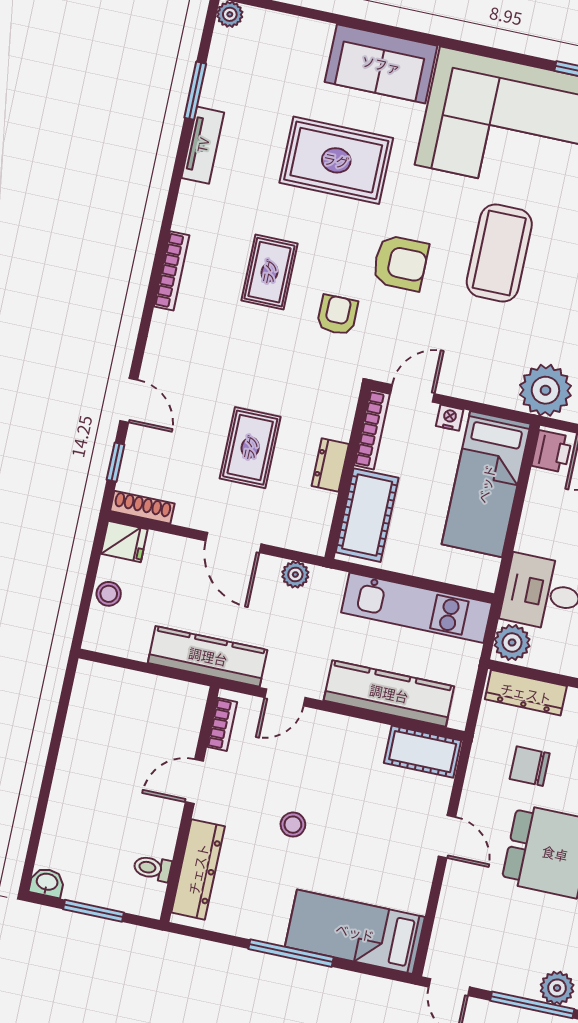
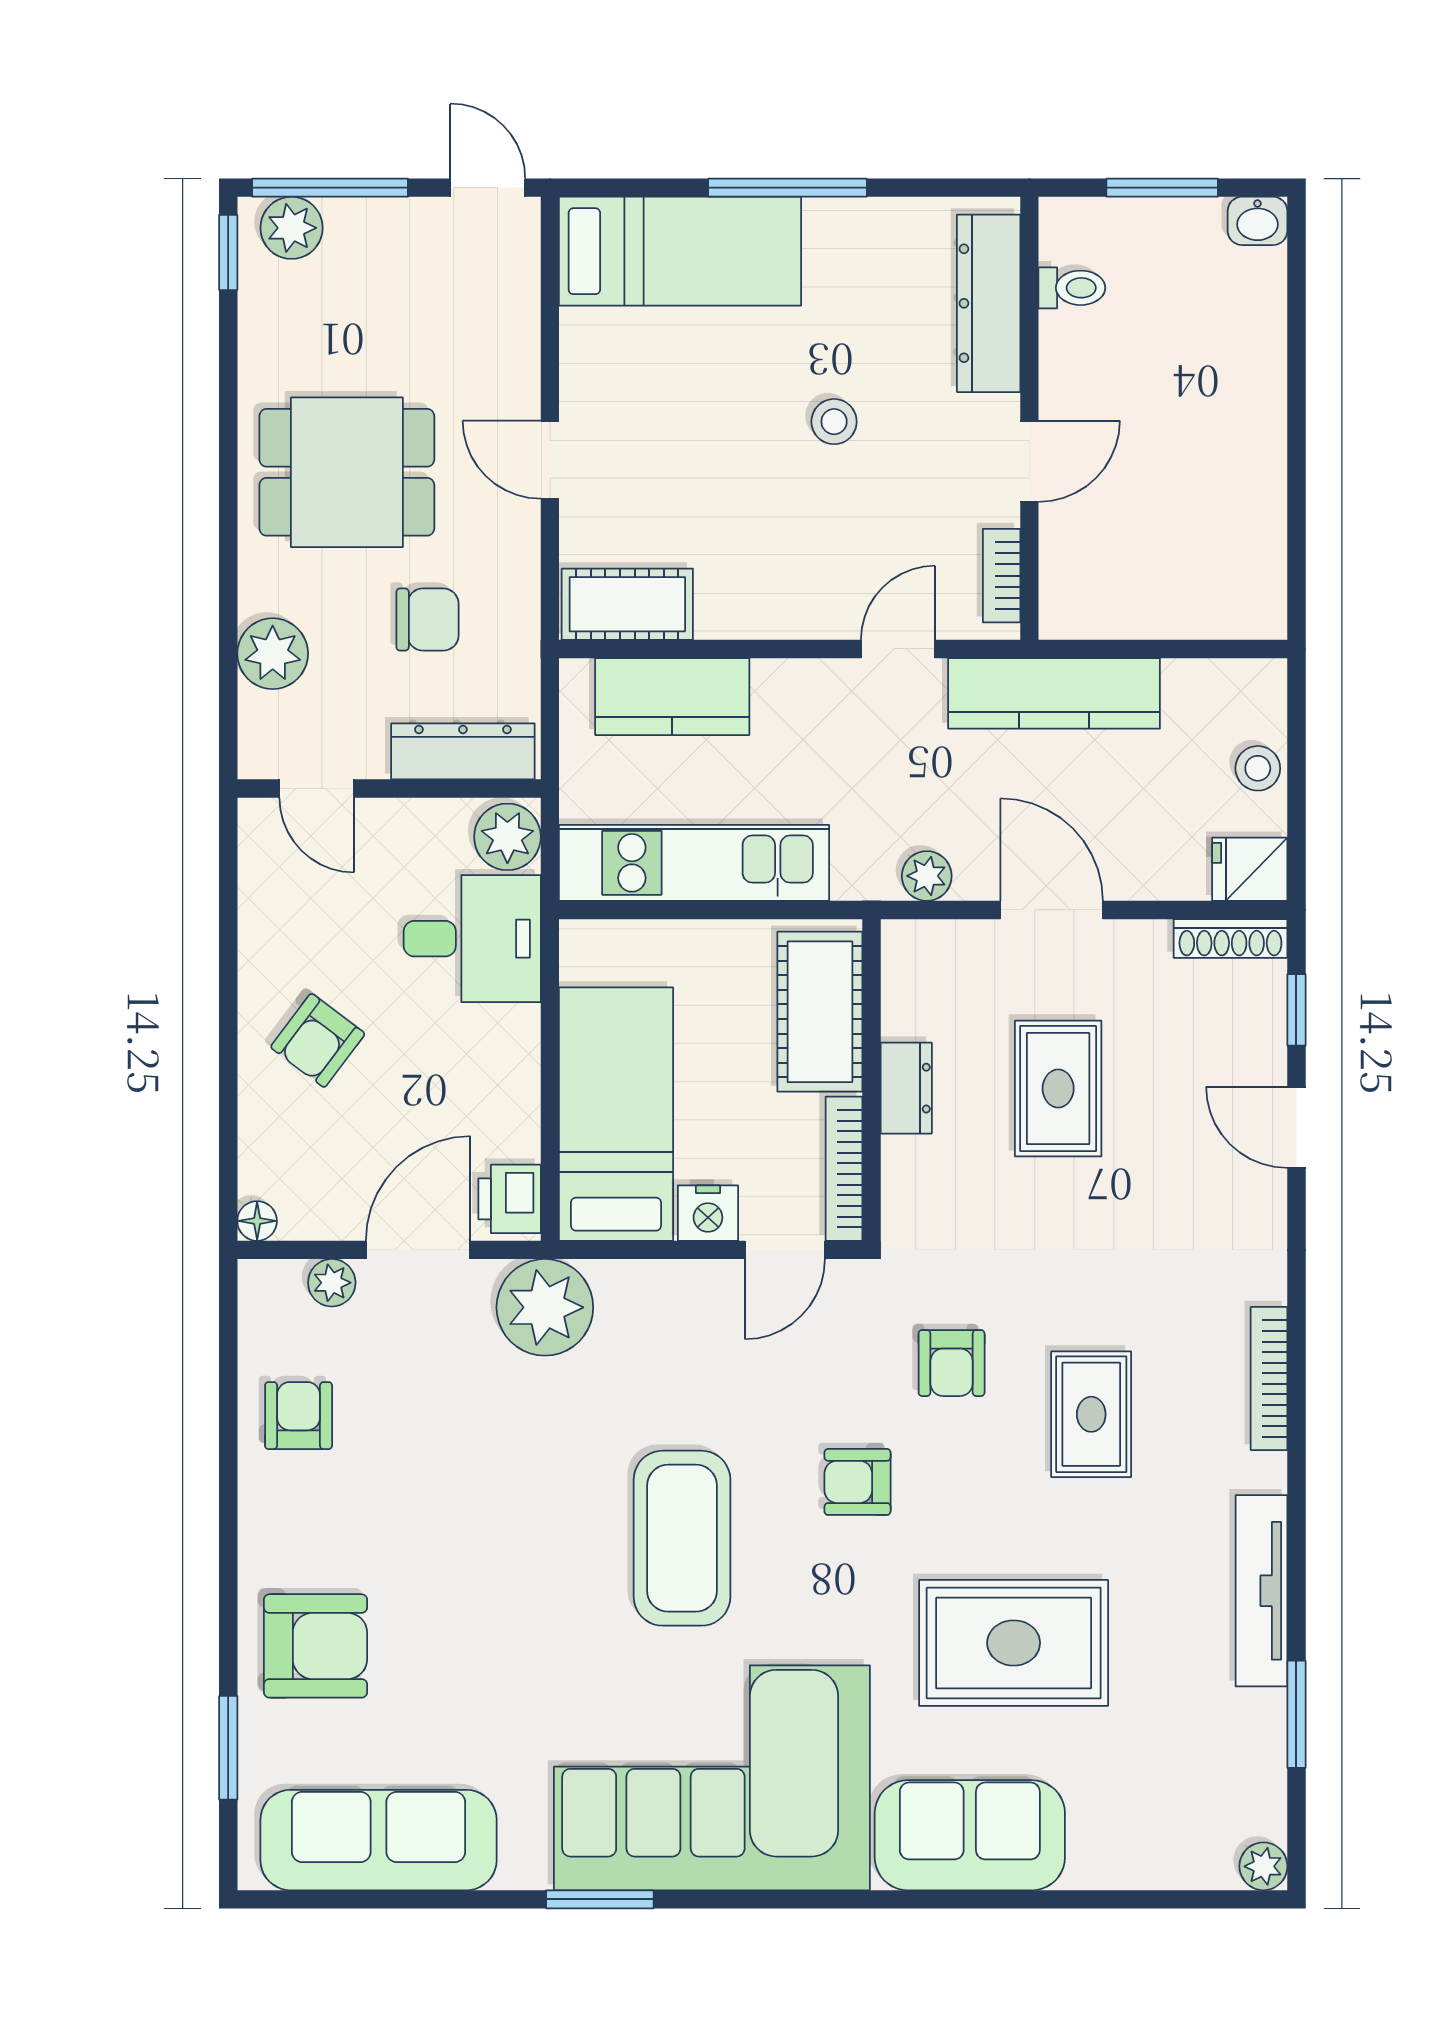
tv unit: (203, 145) -> (1261, 1591), width x1.41
armchair: (400, 263) -> (858, 1482), width x0.72, depth x0.72
nightstand: (450, 418) -> (708, 1213), width x1.39, depth x1.35
kitchen counter: (389, 693) -> (672, 697), width x0.67

